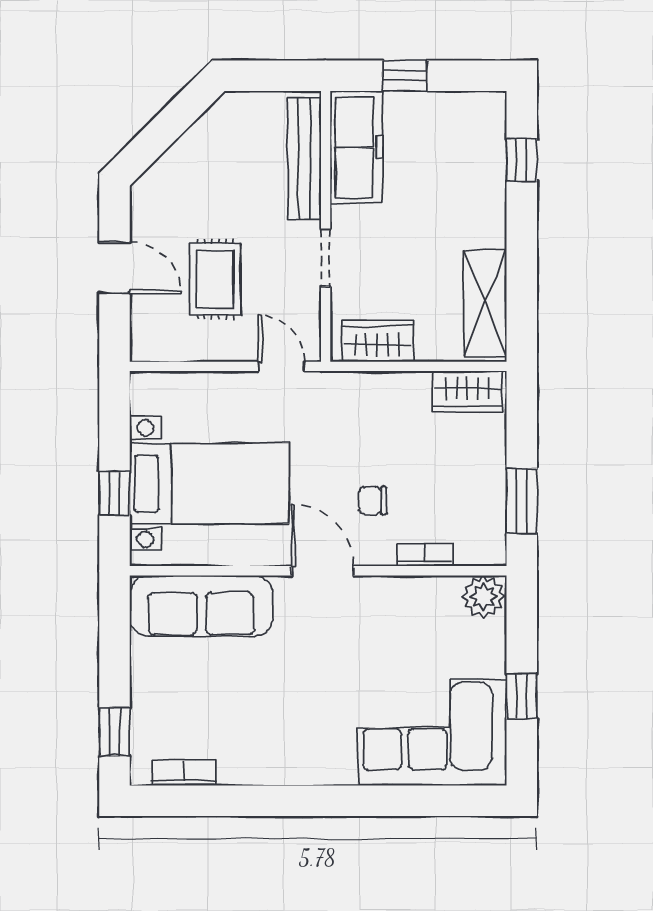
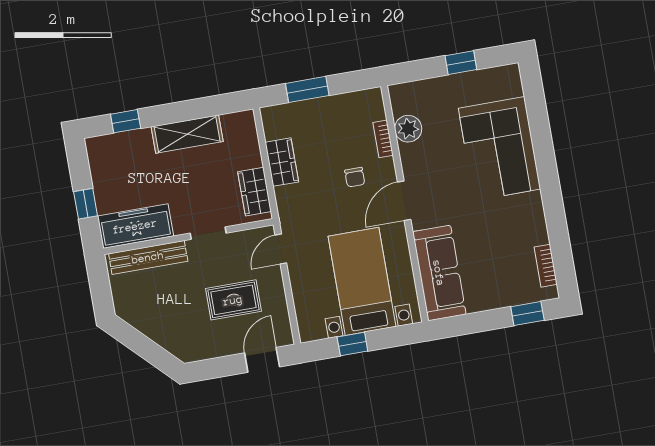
door: (114, 268) -> (262, 360), moved
shelving: (485, 303) -> (187, 134), moved
wardrobe: (467, 391) -> (282, 162), moved
window: (114, 494) -> (352, 344), moved
window: (522, 501) -> (307, 89), moved
plant: (483, 597) -> (408, 129), moved
corner sofa: (432, 733) -> (499, 149), moved

